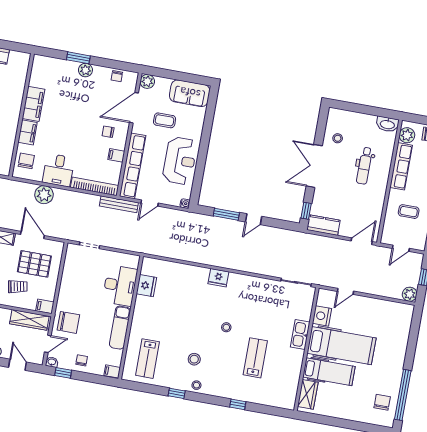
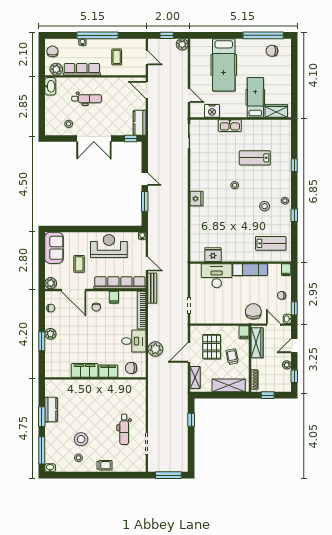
hospital bed: (341, 346) -> (224, 65), moved, turned 180

